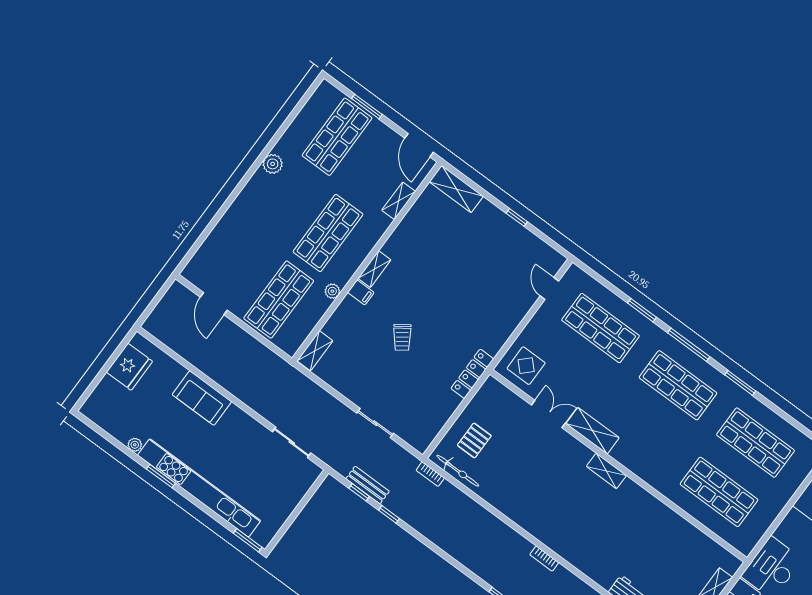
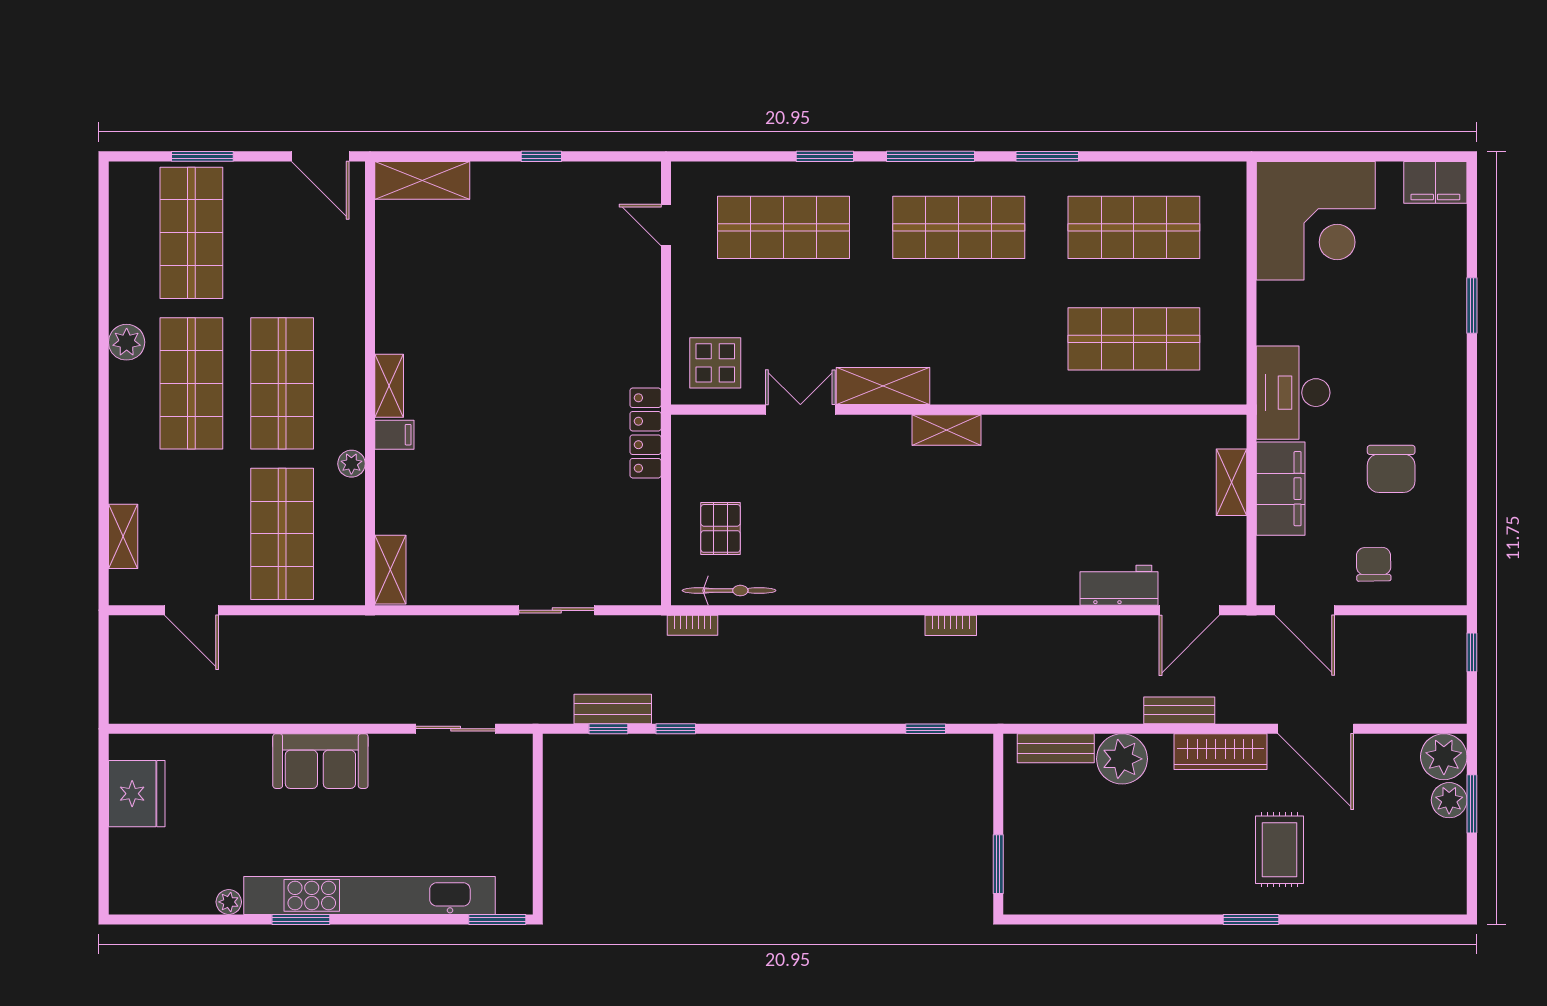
shelving: (399, 201) -> (123, 536), moved
shop shelf: (288, 203) -> (191, 383), added
trolley: (402, 337) -> (504, 456), removed
sofa: (202, 398) -> (320, 761), moved

